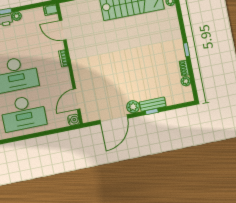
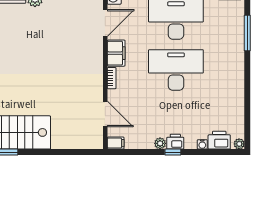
filing cabinet: (64, 78) -> (116, 53), added

